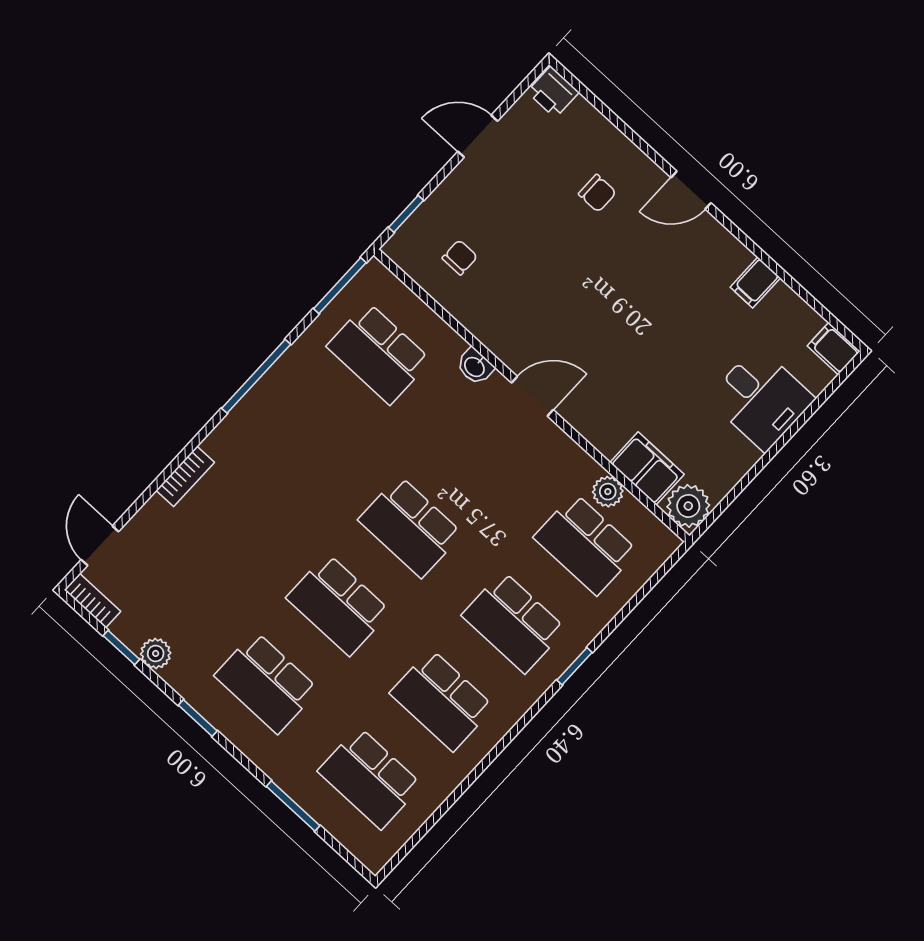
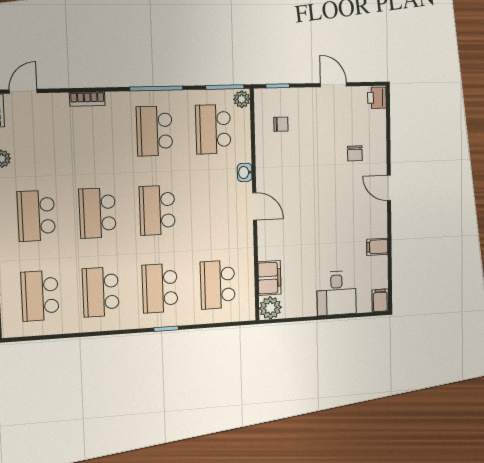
school desk: (307, 431) -> (154, 131), added
plant: (608, 492) -> (242, 99), moved

